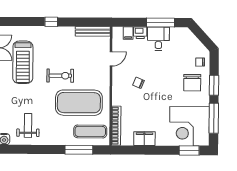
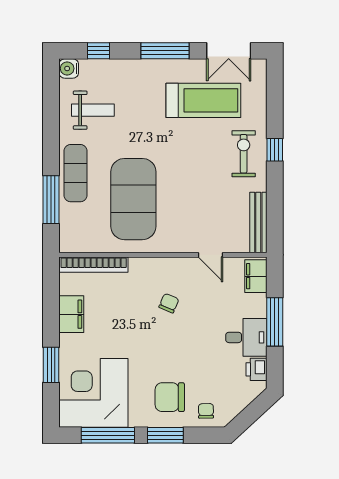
window: (161, 23) -> (275, 322), moved
filing cabinet: (128, 33) -> (256, 276), width x2.00
printer: (140, 33) -> (257, 369), moved
treadmill: (23, 62) -> (203, 100), turned 180
exercise bike: (60, 76) -> (244, 154), moved, turned 180
exercise mat: (90, 131) -> (75, 173), moved
window: (189, 150) -> (51, 365), moved

